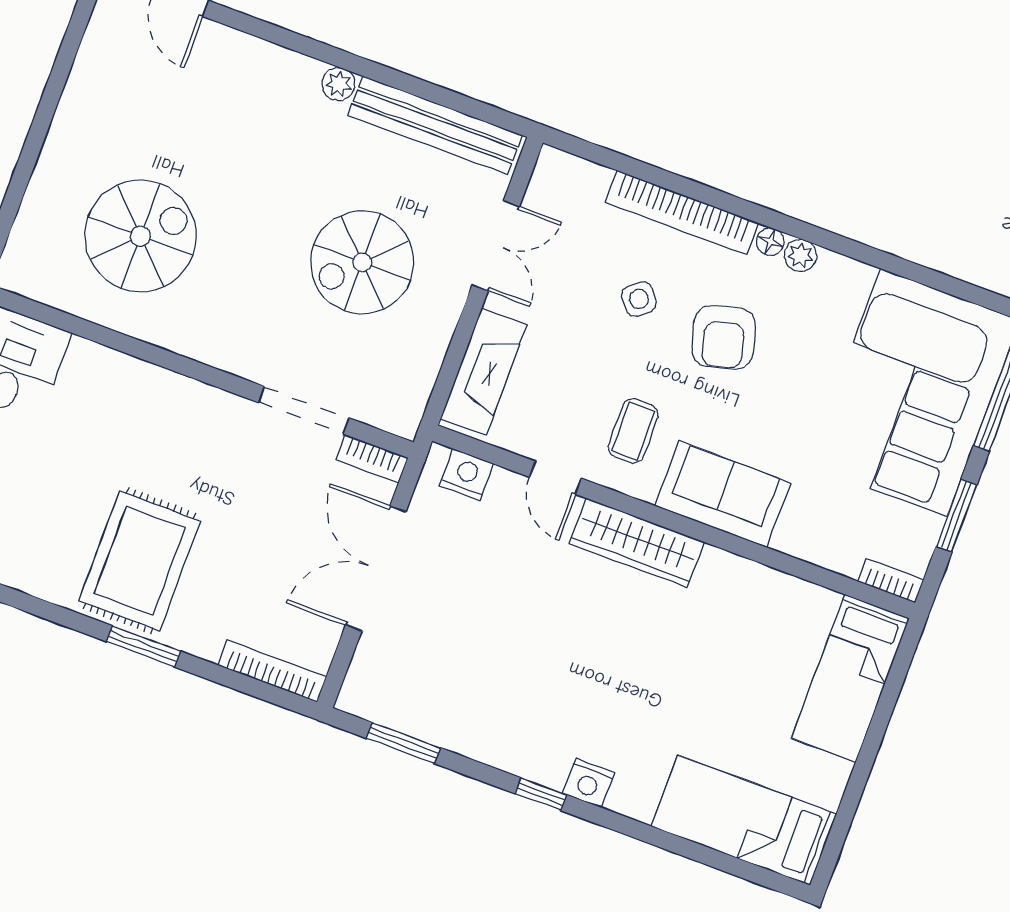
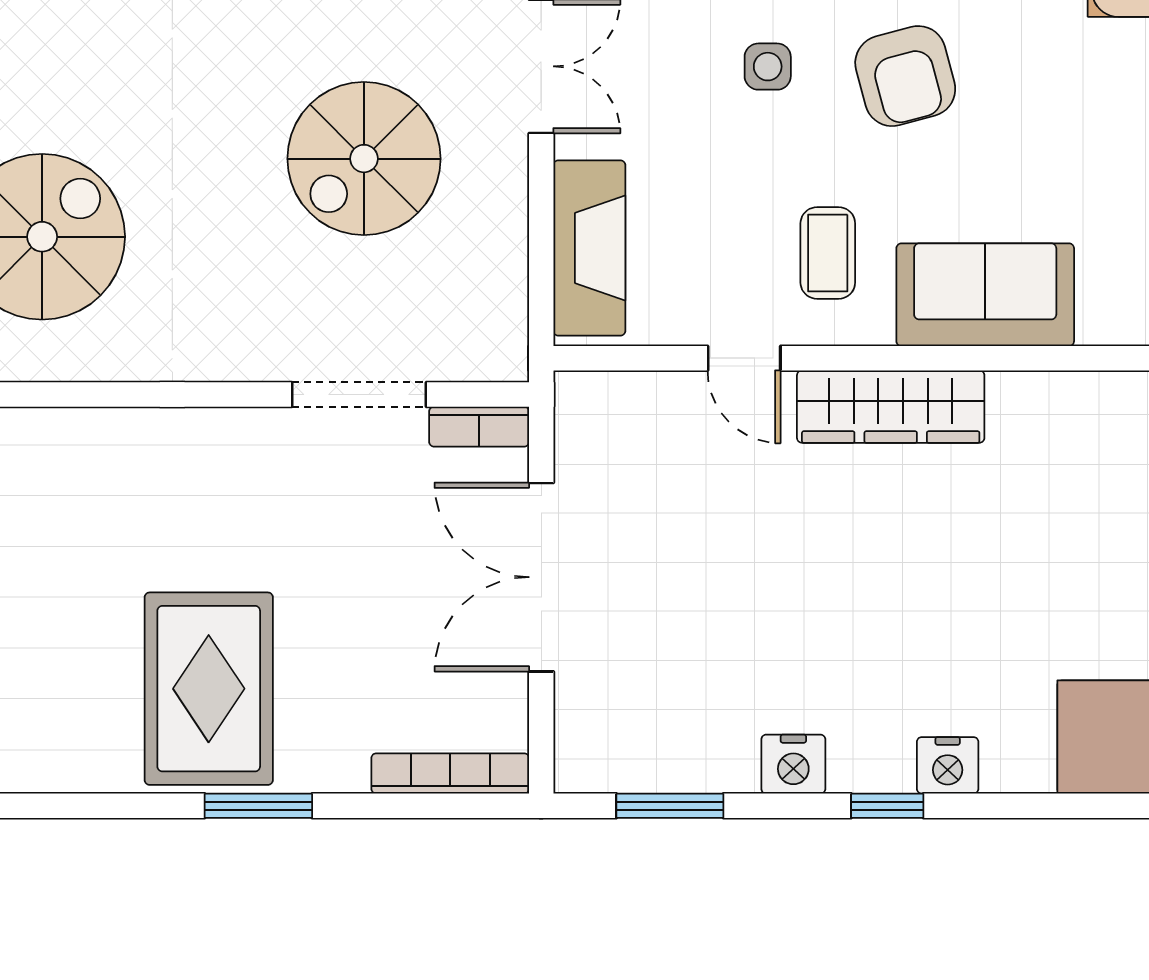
side table: (639, 299) -> (768, 67), turned 38
nightstand: (466, 475) -> (793, 764), moved, turned 180

